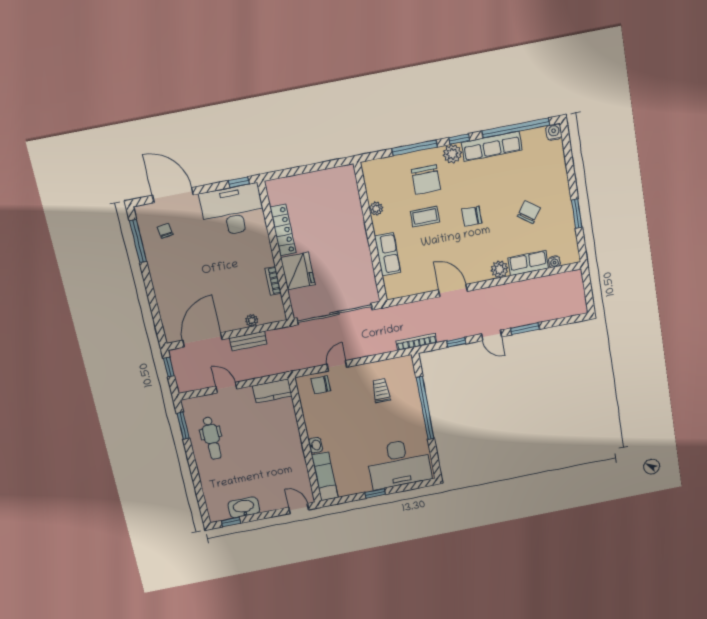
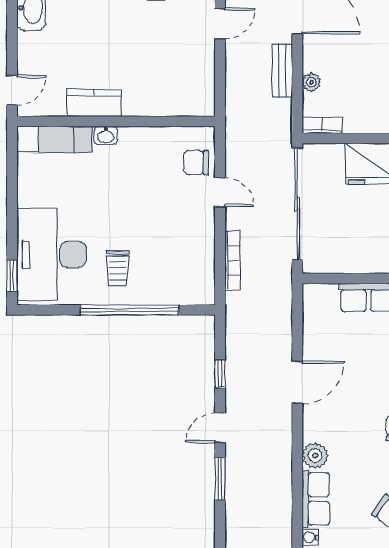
bookcase: (273, 281) -> (322, 125), moved
bookcase: (416, 342) -> (232, 261), moved
chair: (321, 385) -> (196, 163), turned -90
kitchen counter: (272, 391) -> (94, 103), moved, turned 90
trolley: (381, 391) -> (118, 268), moved, turned 90
window: (375, 493) -> (12, 276), moved

